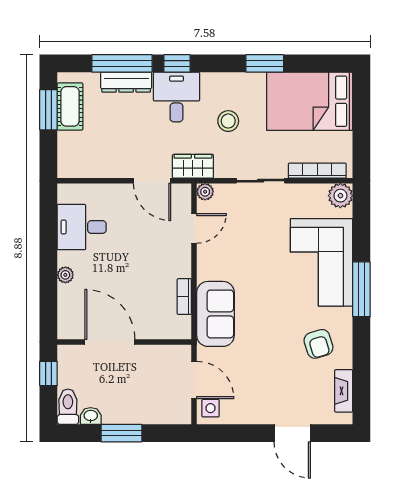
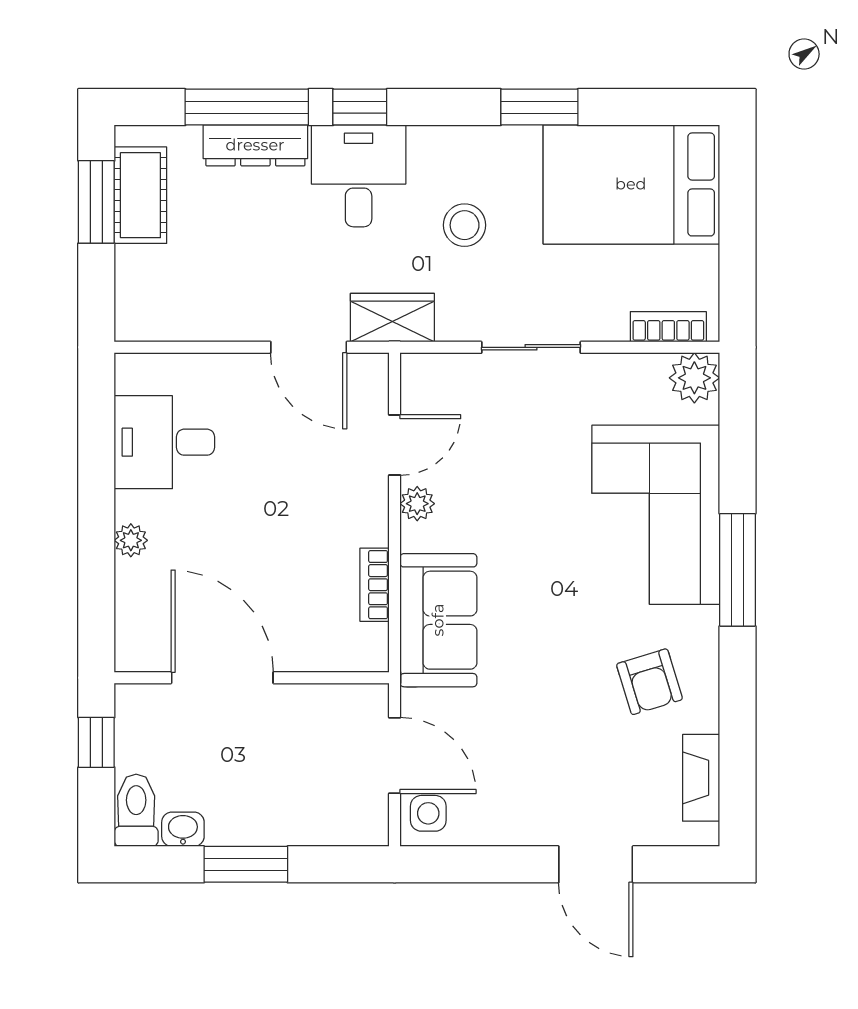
bookcase: (317, 171) -> (668, 327), width x0.64
plant: (205, 192) -> (417, 504), moved

